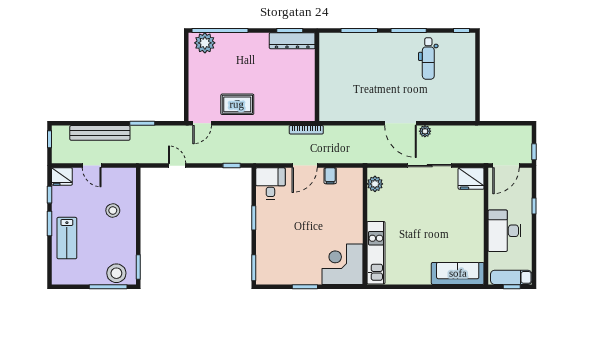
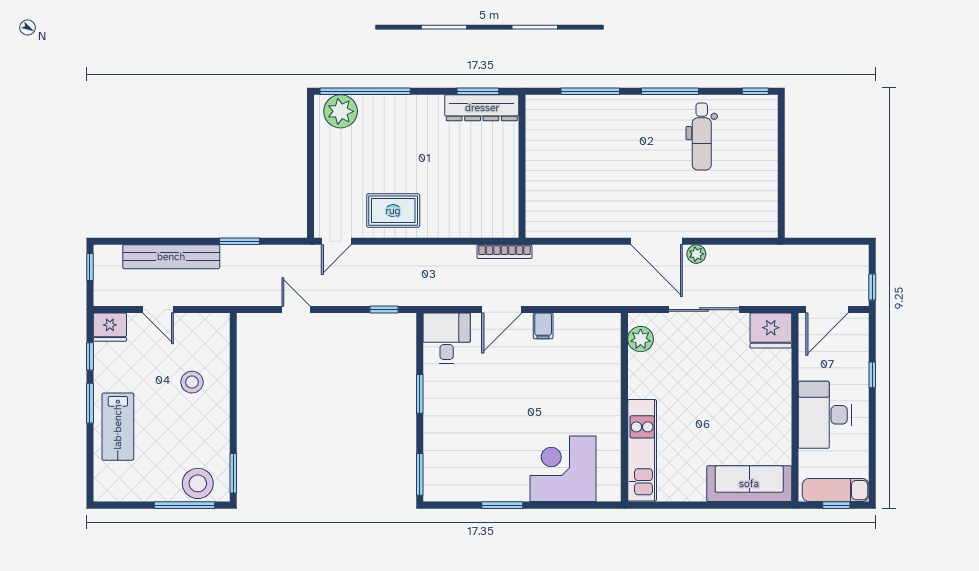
plant: (375, 184) -> (641, 339), moved
wall: (365, 226) -> (624, 407), moved
kitchen unit: (376, 253) -> (642, 450), moved

